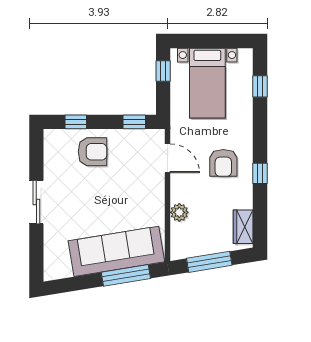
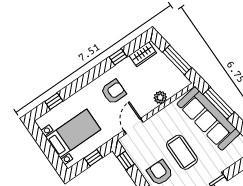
window: (163, 71) -> (93, 158), moved
window: (260, 173) -> (118, 57), moved
coffee table: (99, 194) -> (182, 152), added

